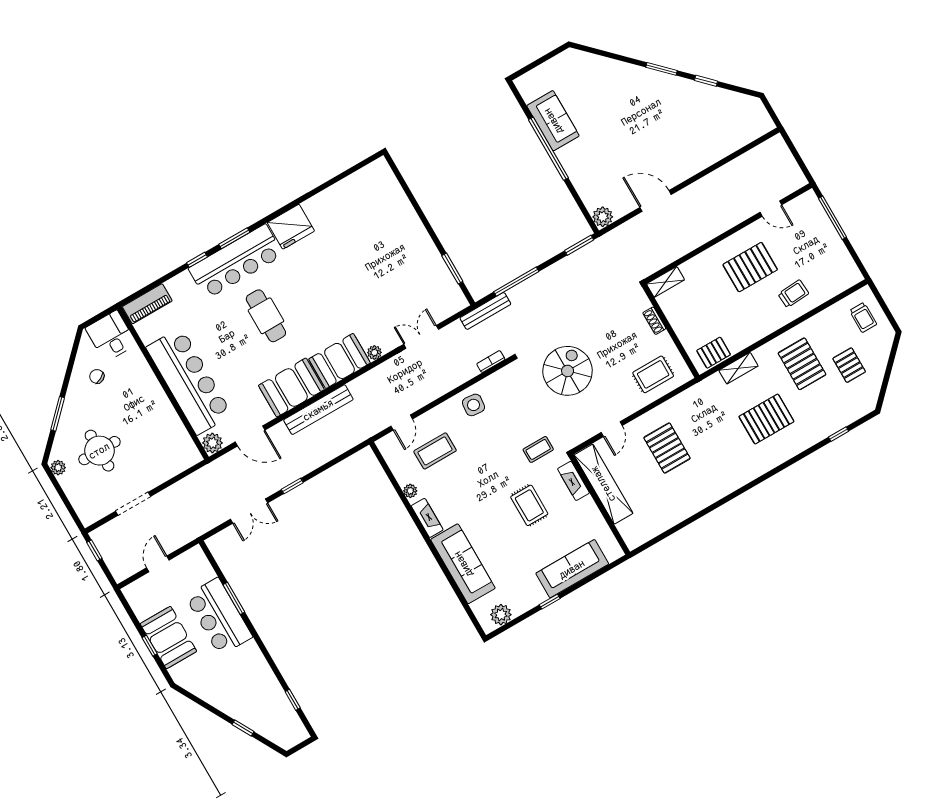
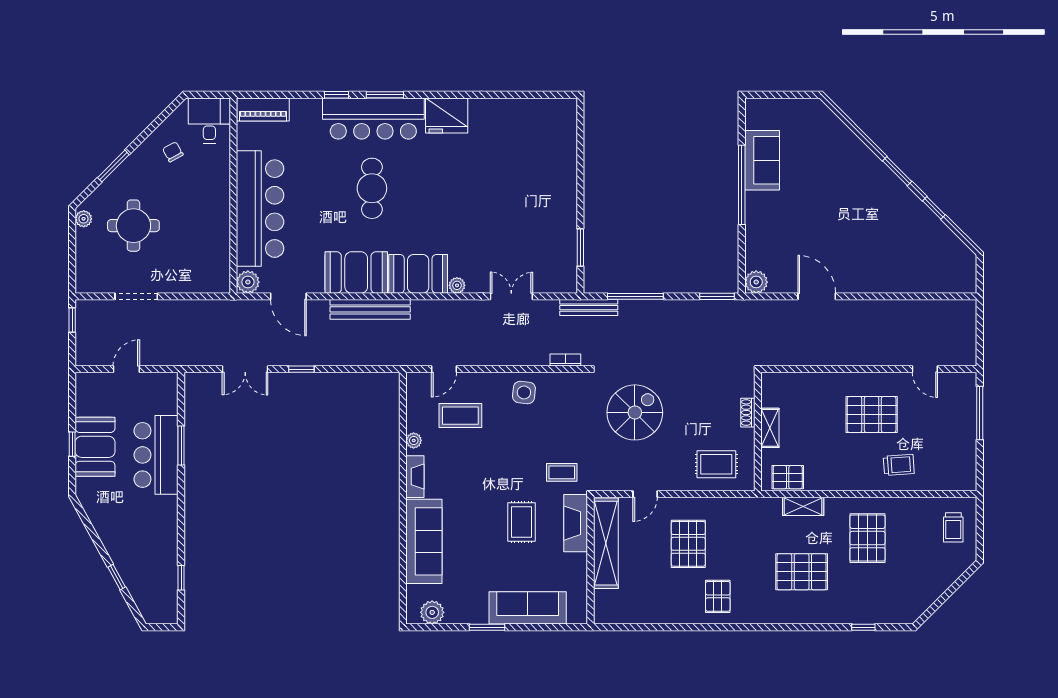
shelving: (666, 282) -> (770, 428), moved, turned 90
pallet: (849, 365) -> (718, 596), moved
fireplace: (573, 481) -> (576, 523), width x1.37, depth x1.32
window: (550, 602) -> (487, 627), width x1.50

